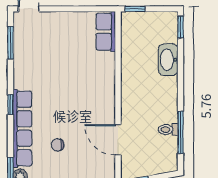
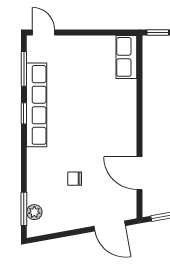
window: (10, 105) -> (24, 113), moved
row of seats: (22, 129) -> (37, 105), moved

